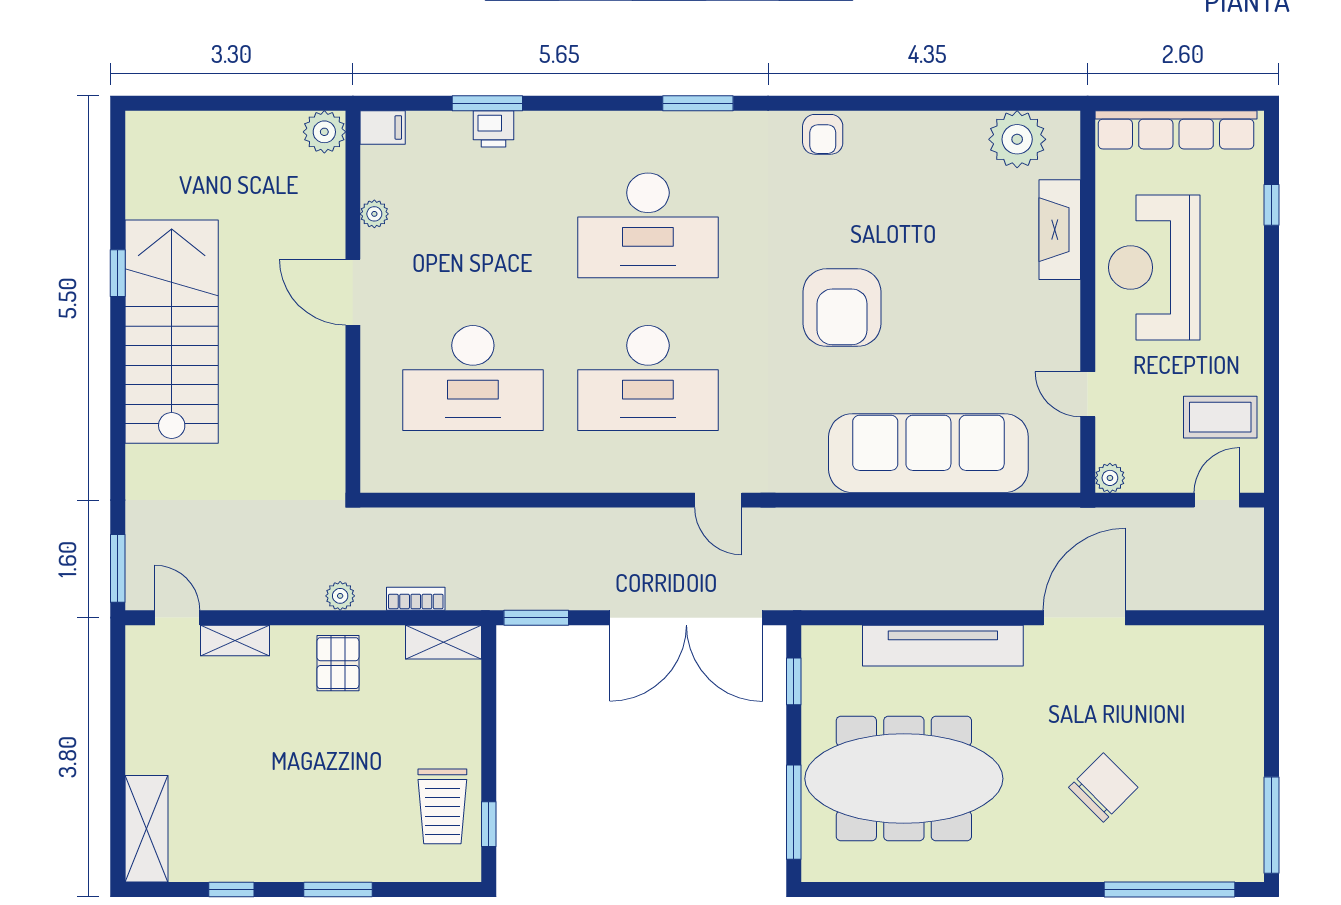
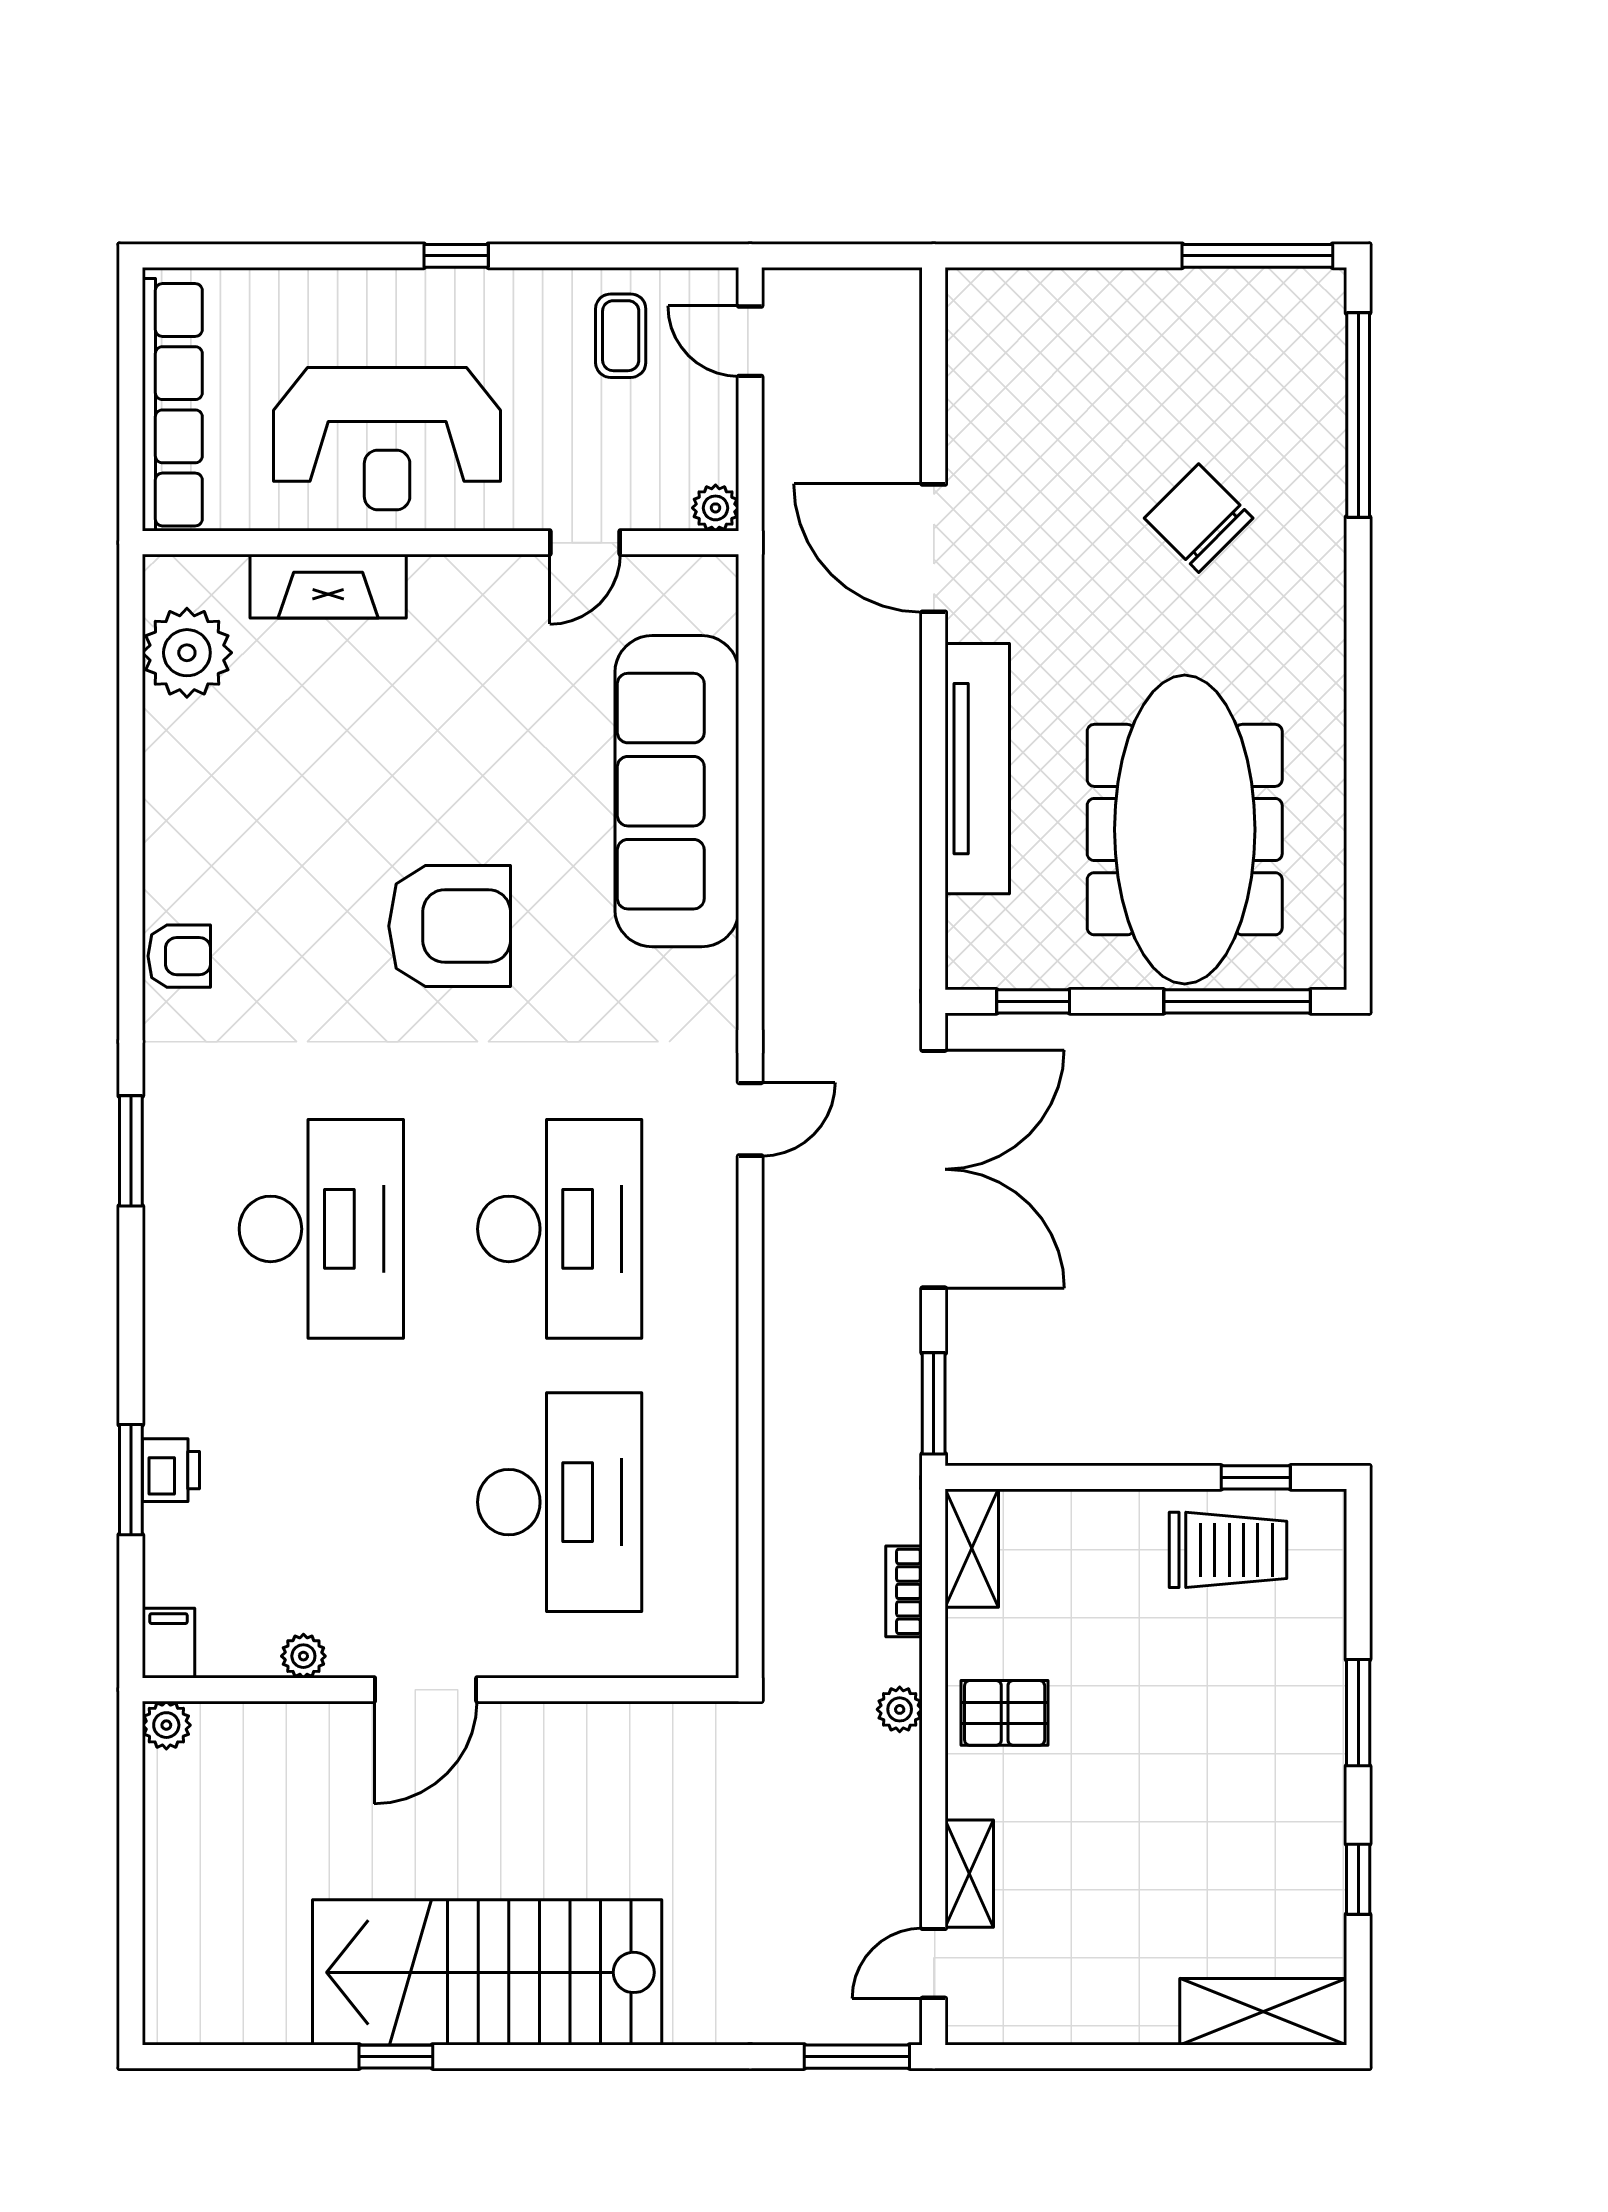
plant: (324, 132) -> (166, 1725), width x0.73, depth x0.73
window: (1271, 205) -> (456, 256), moved
coffee table: (1220, 417) -> (621, 336), width x0.73, depth x0.77

